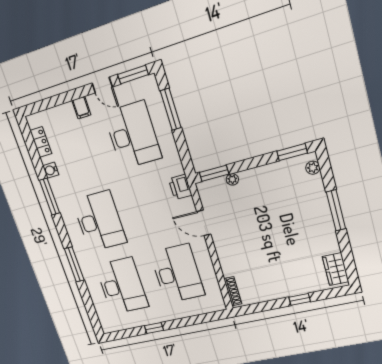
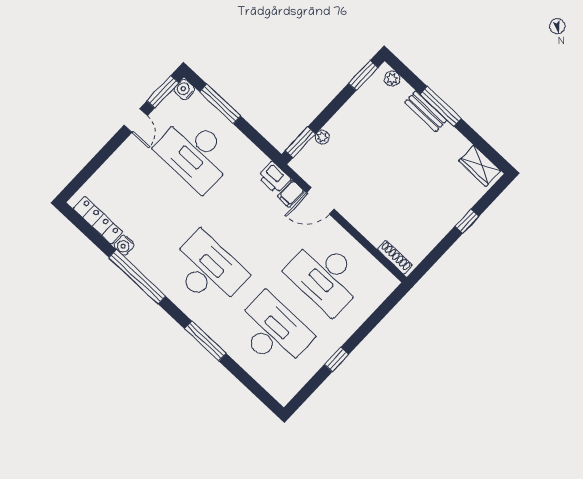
water cooler: (150, 82) -> (184, 90), added
door: (102, 85) -> (136, 120), hinge flipped
filing cabinet: (81, 108) -> (291, 194), moved, turned 90
desk: (133, 135) -> (195, 153), turned 180
locker: (41, 142) -> (98, 220), width x1.53
window: (50, 197) -> (137, 277), width x1.46
bench: (322, 207) -> (426, 111), added
desk: (177, 274) -> (325, 276), turned 180

